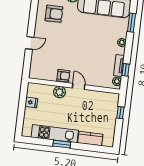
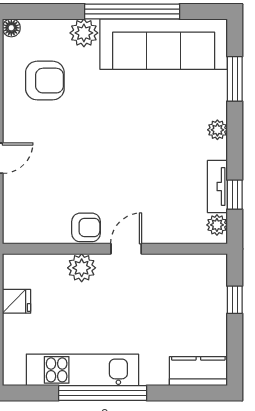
door: (79, 86) -> (126, 249), hinge flipped
kitchen counter: (90, 139) -> (198, 371), moved
window: (62, 144) -> (103, 393), width x2.11

